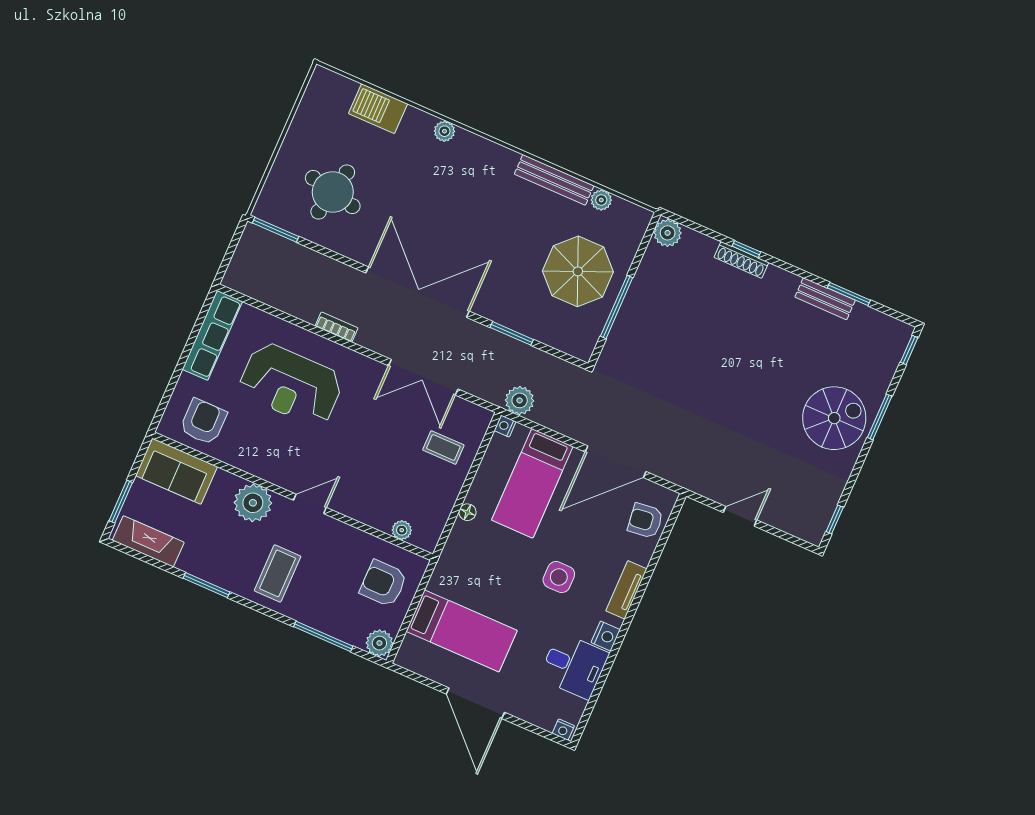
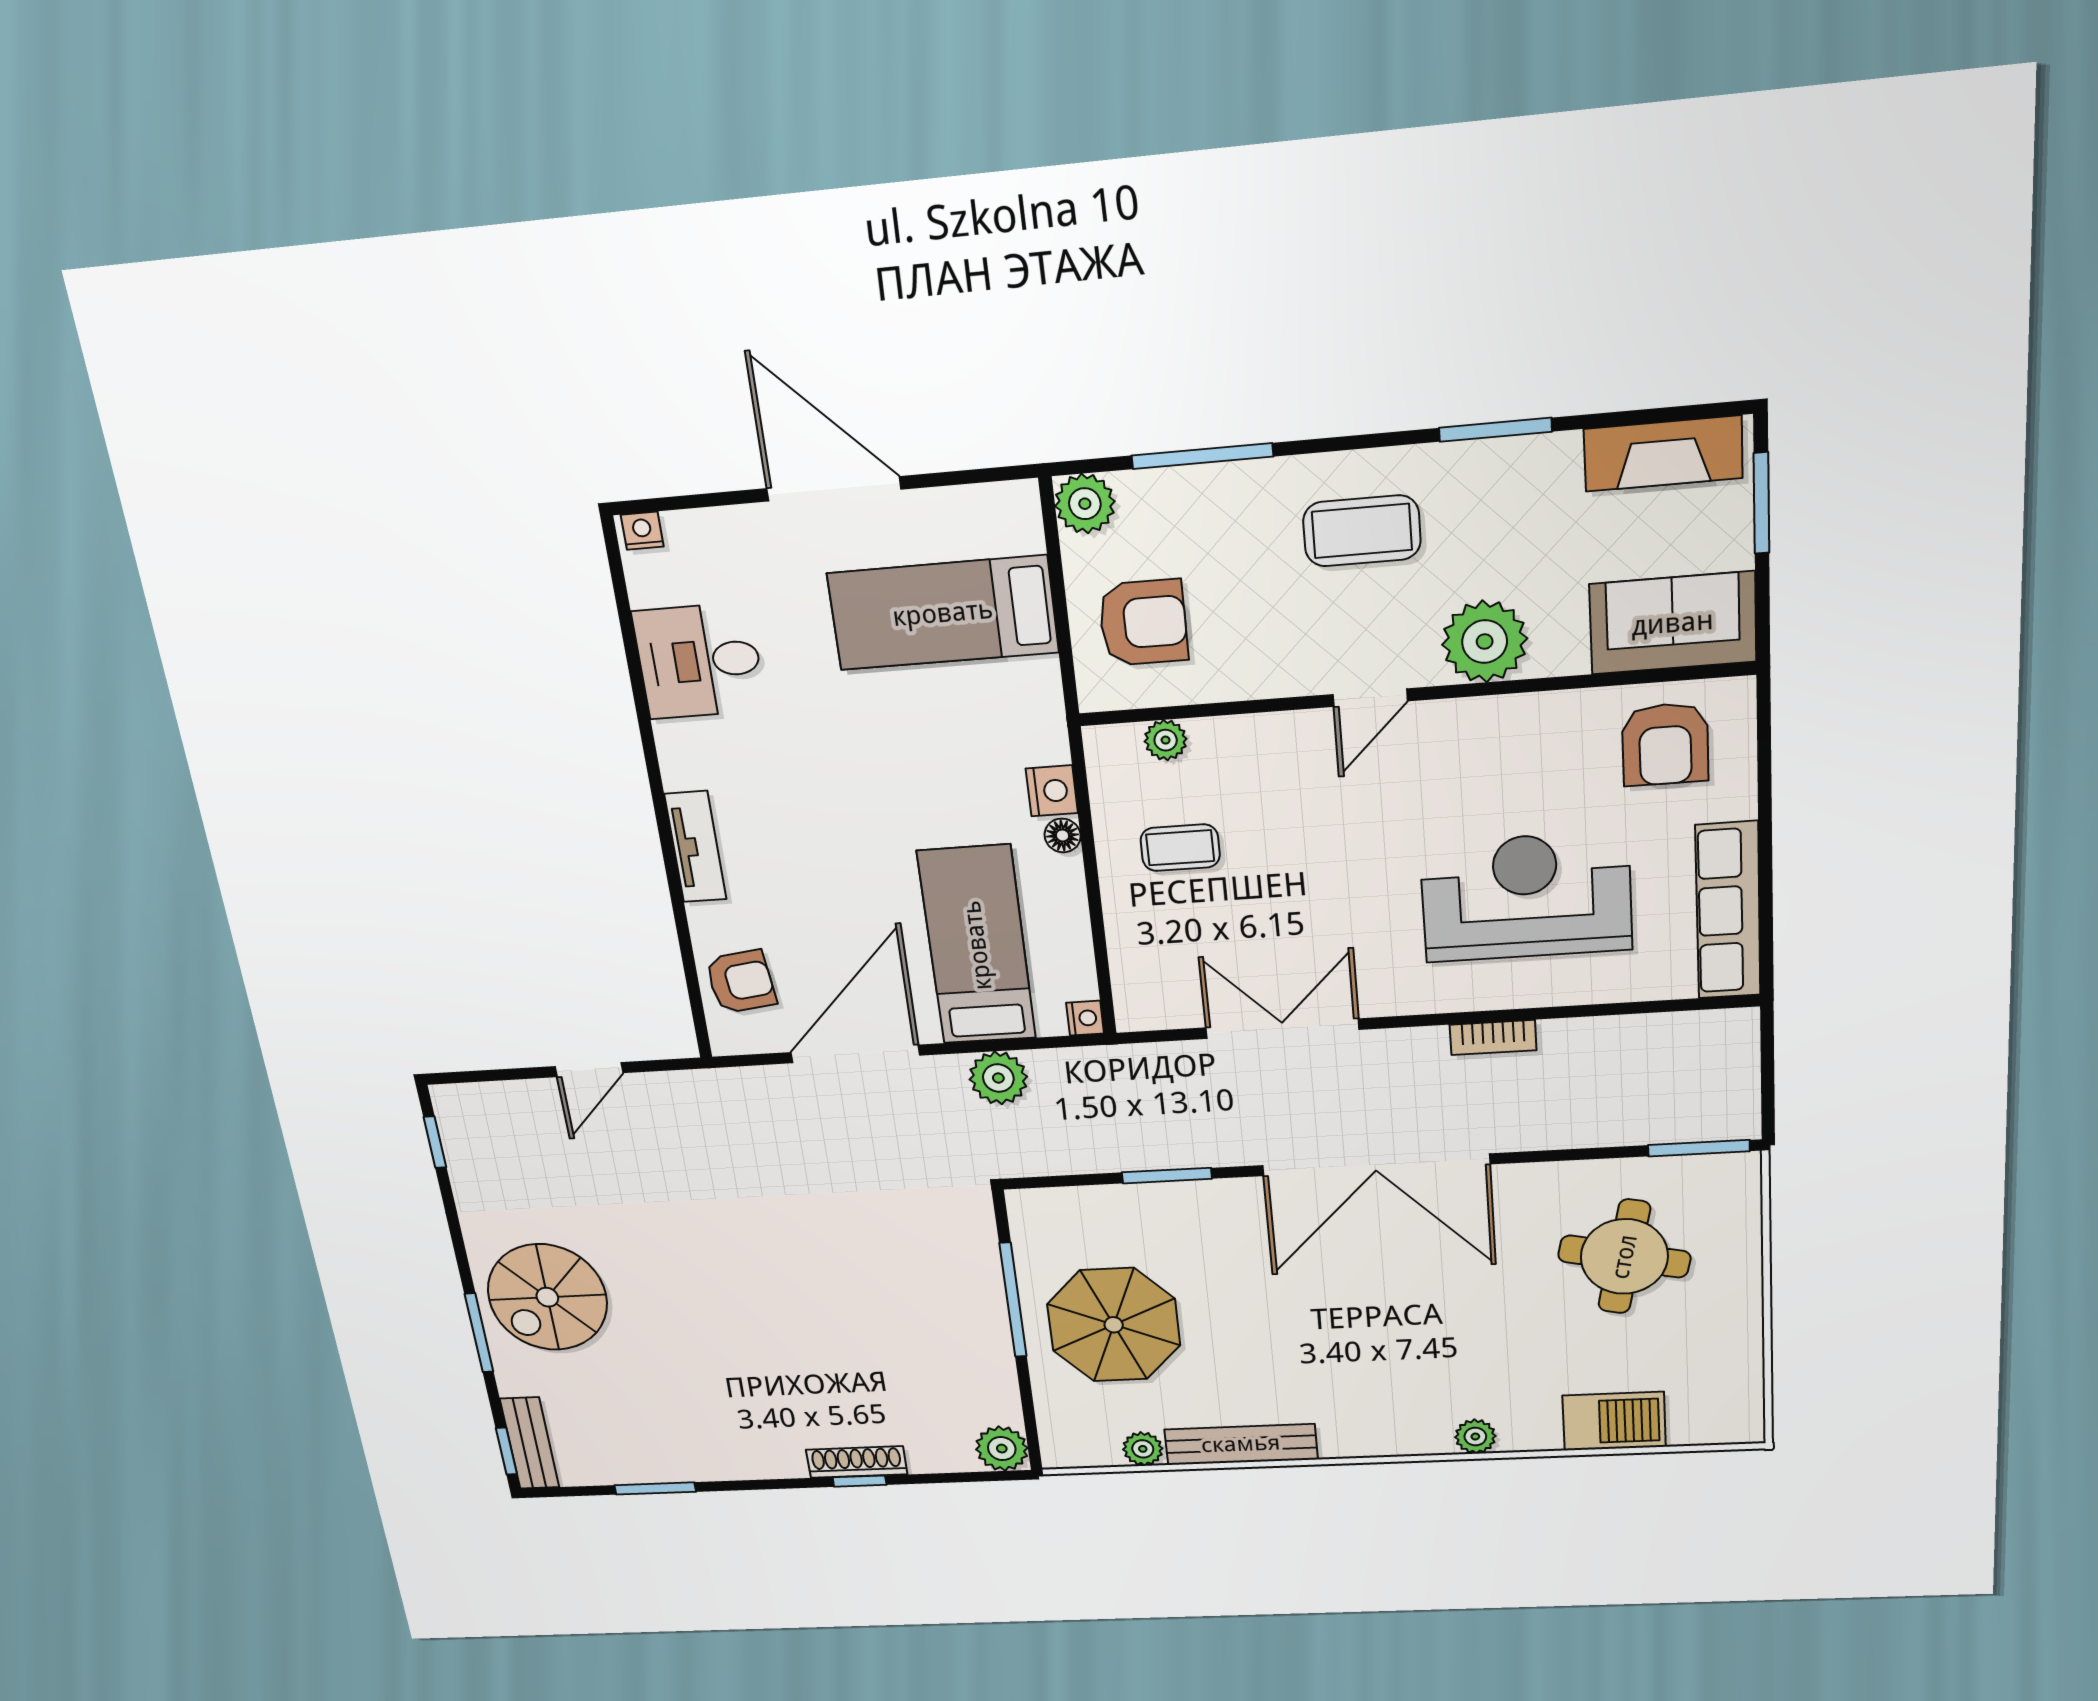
bench: (825, 299) -> (530, 1443), moved, turned 90
plant: (520, 400) -> (998, 1078), moved
coffee table: (443, 447) -> (1180, 848), moved
coffee table: (278, 573) -> (1362, 531), turned 90
side table: (559, 577) -> (827, 806), removed
nightstand: (606, 636) -> (1052, 791), moved, turned 180

